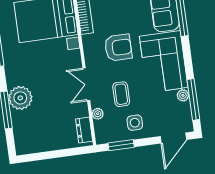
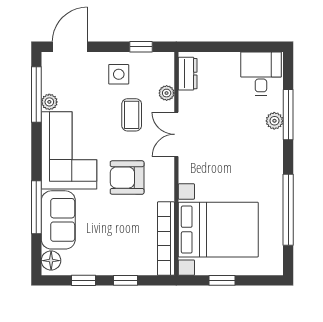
double door: (86, 84) -> (176, 134), swing flipped
plant: (20, 98) -> (274, 121), width x0.53, depth x0.53
desk: (30, 137) -> (261, 74), added
window: (121, 145) -> (141, 47), width x0.67

